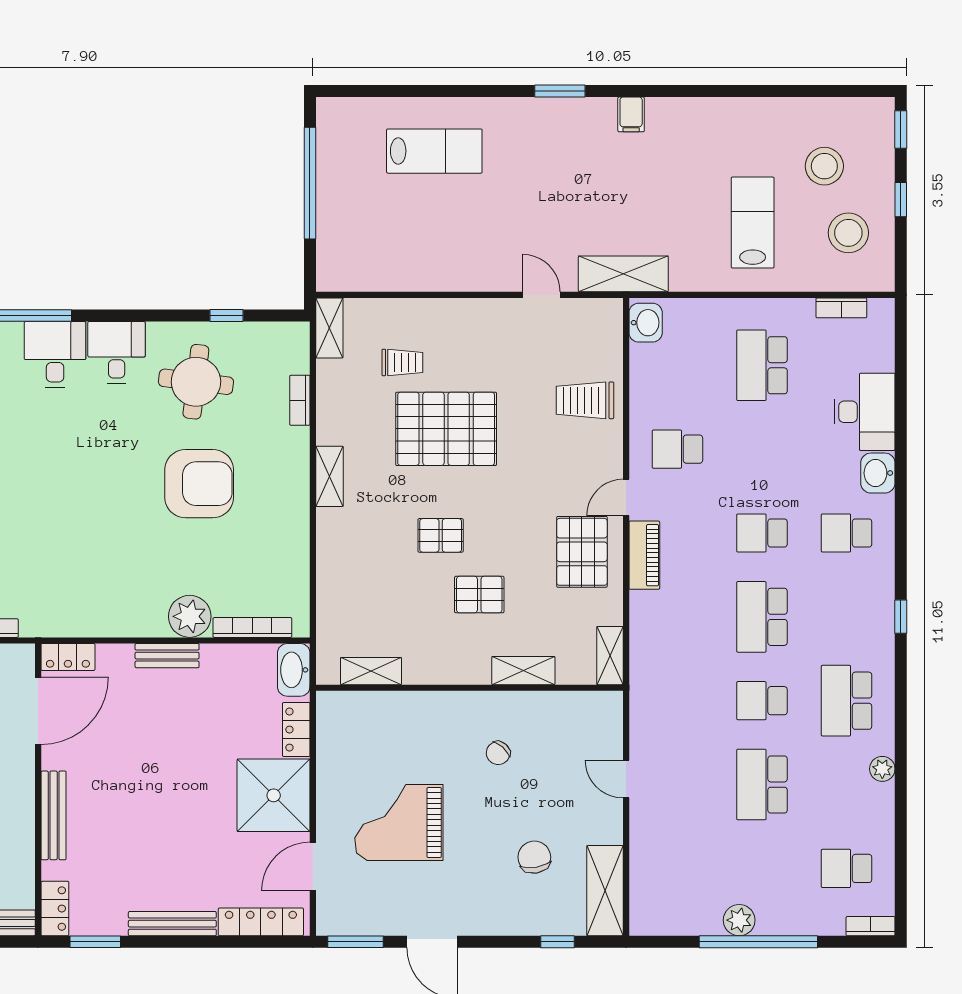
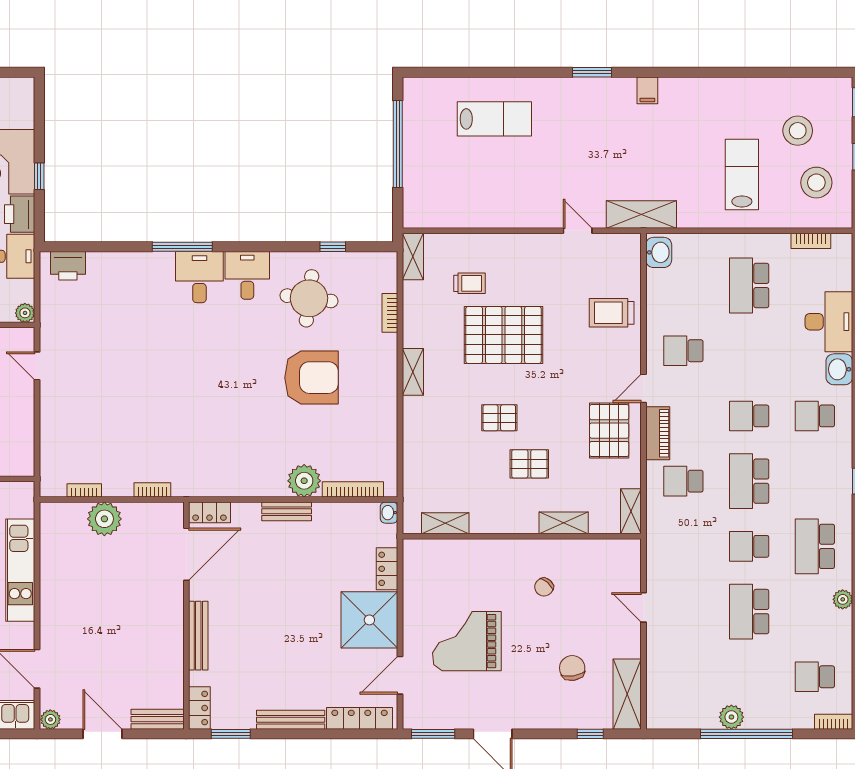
school desk: (677, 617) -> (683, 481), added
washbasin: (294, 670) -> (389, 513), width x0.52, depth x0.69

